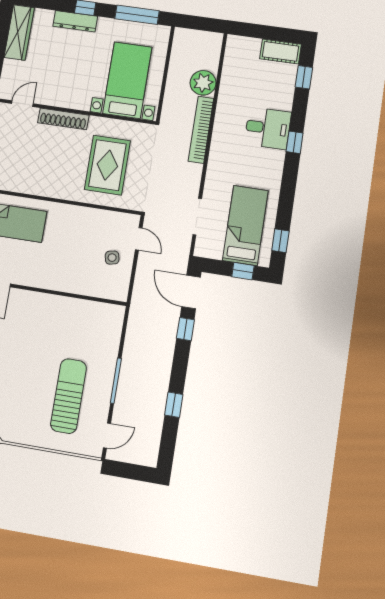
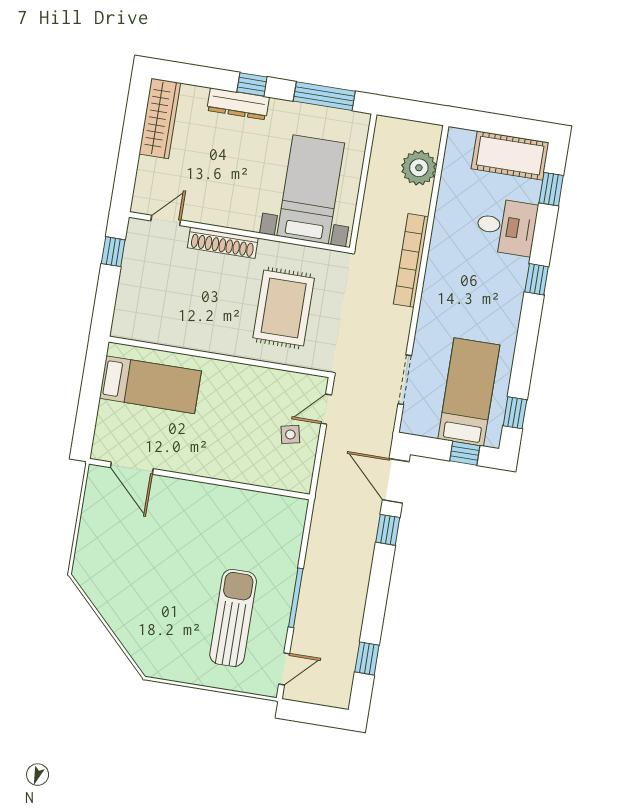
cot: (281, 51) -> (510, 156), width x1.37, depth x1.34
plant: (203, 83) -> (419, 168), moved
desk: (268, 128) -> (506, 227), moved
door: (139, 239) -> (326, 409), swing flipped
window: (174, 405) -> (367, 658), moved

